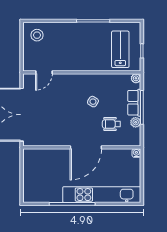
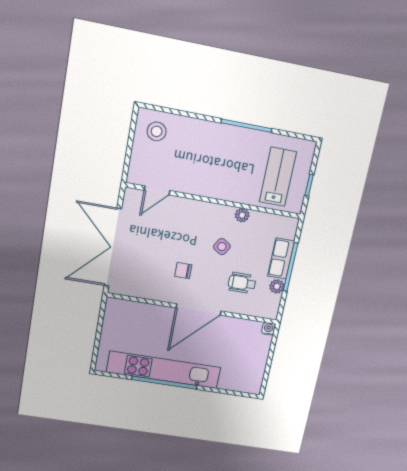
plant: (136, 78) -> (242, 215), moved
chair: (71, 122) -> (183, 271), added
kitchen unit: (102, 195) -> (164, 370), moved

